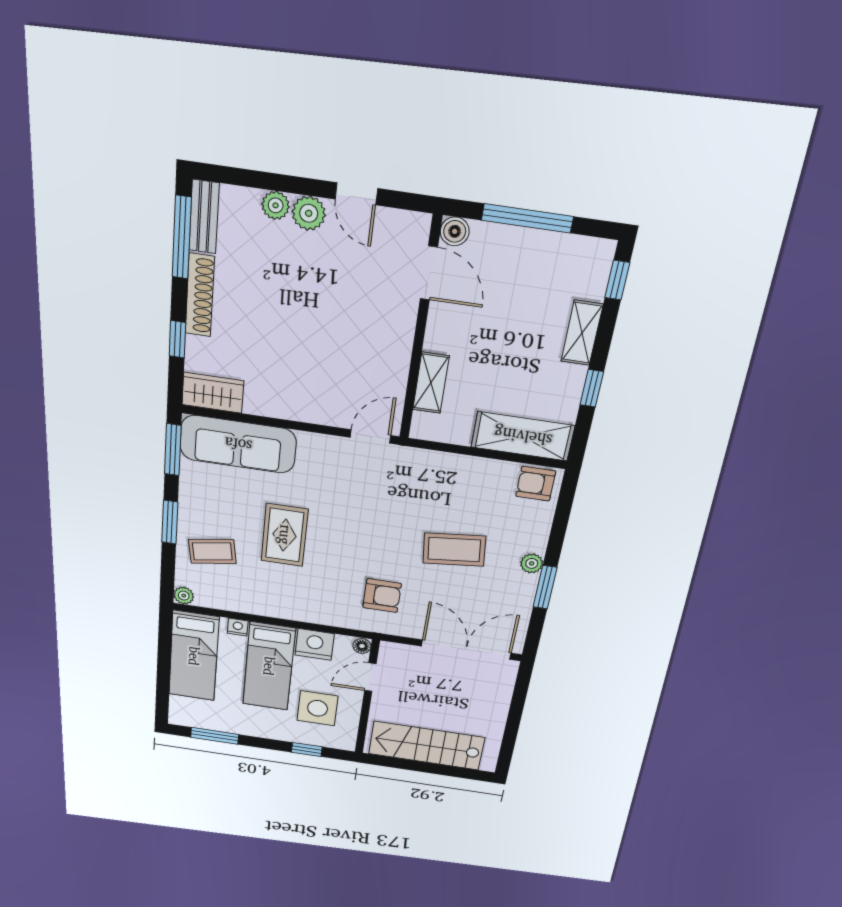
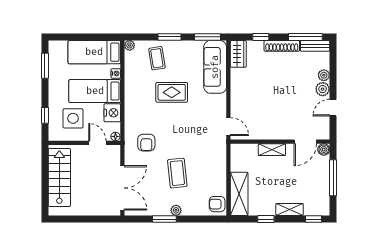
shelving: (431, 383) -> (272, 150), moved
armchair: (536, 484) -> (217, 204), turned -90

